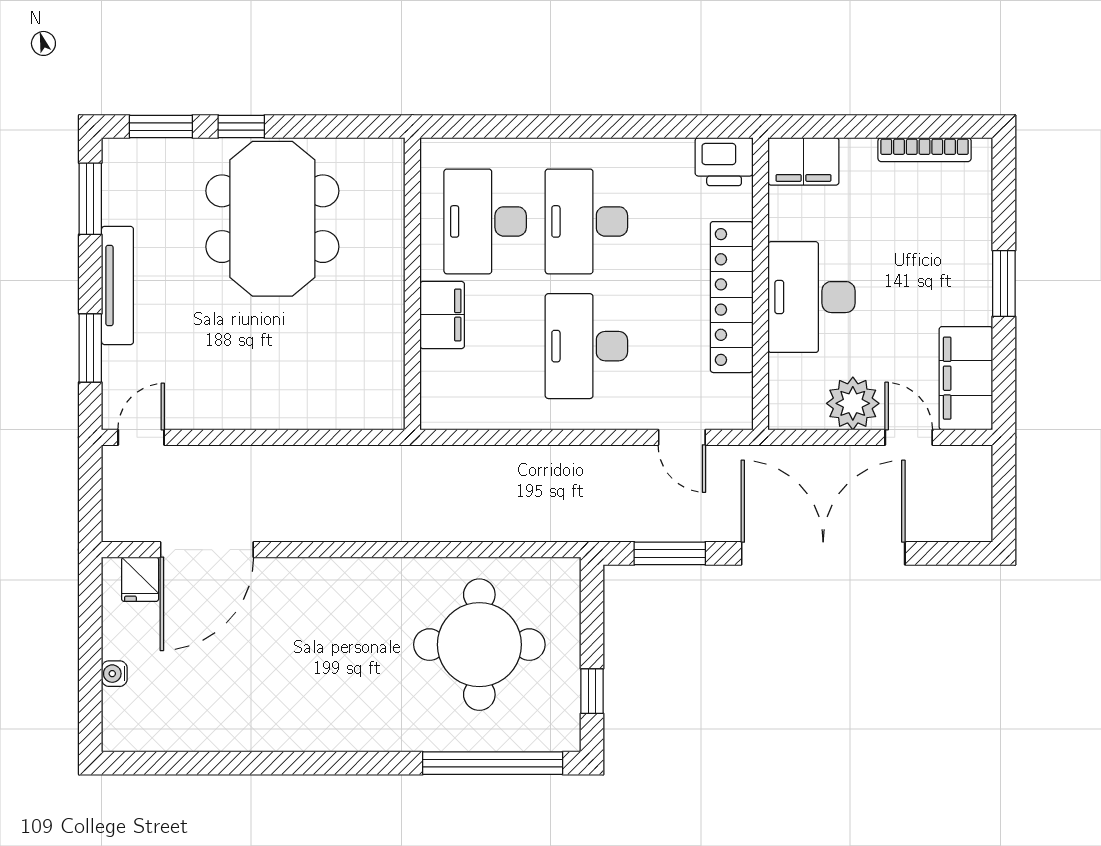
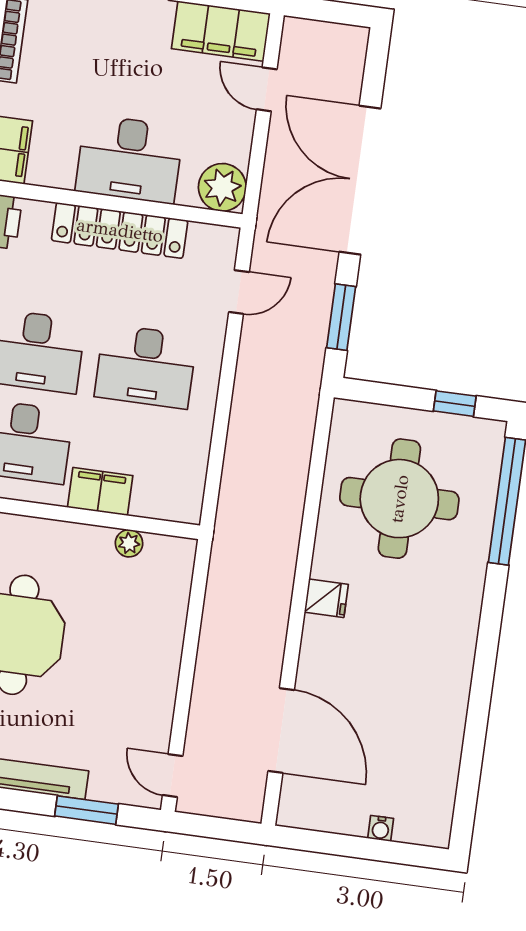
plant: (390, 354) -> (129, 543), added
plant: (853, 403) -> (222, 187), moved
door: (909, 437) -> (267, 89), hinge flipped
fridge: (140, 579) -> (326, 598), moved

